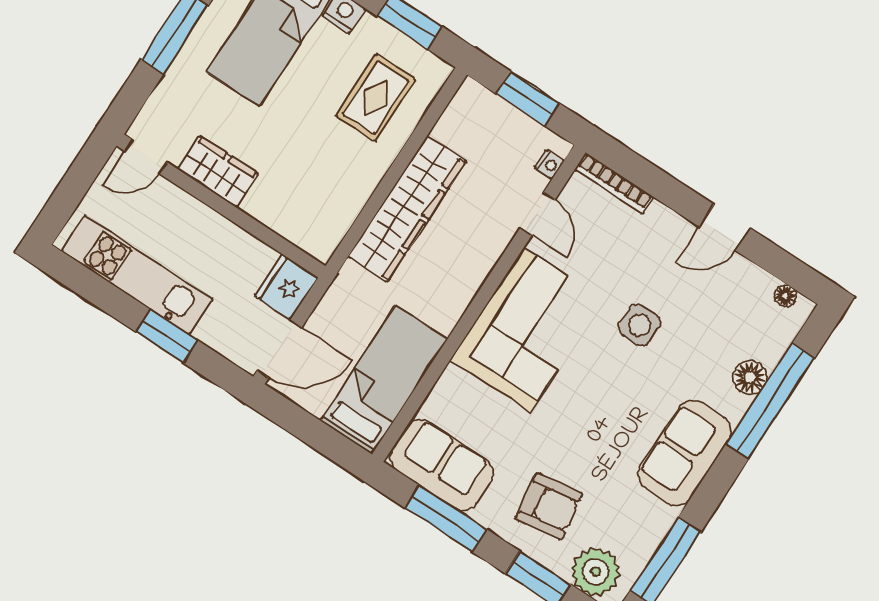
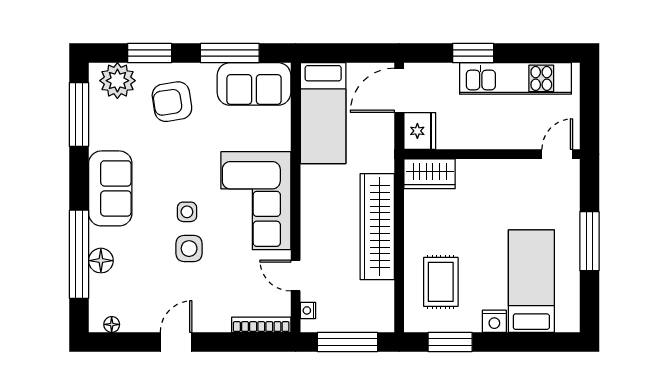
window: (528, 99) -> (347, 342), width x1.44
wardrobe: (218, 172) -> (430, 174), moved
side table: (614, 369) -> (187, 212), added

